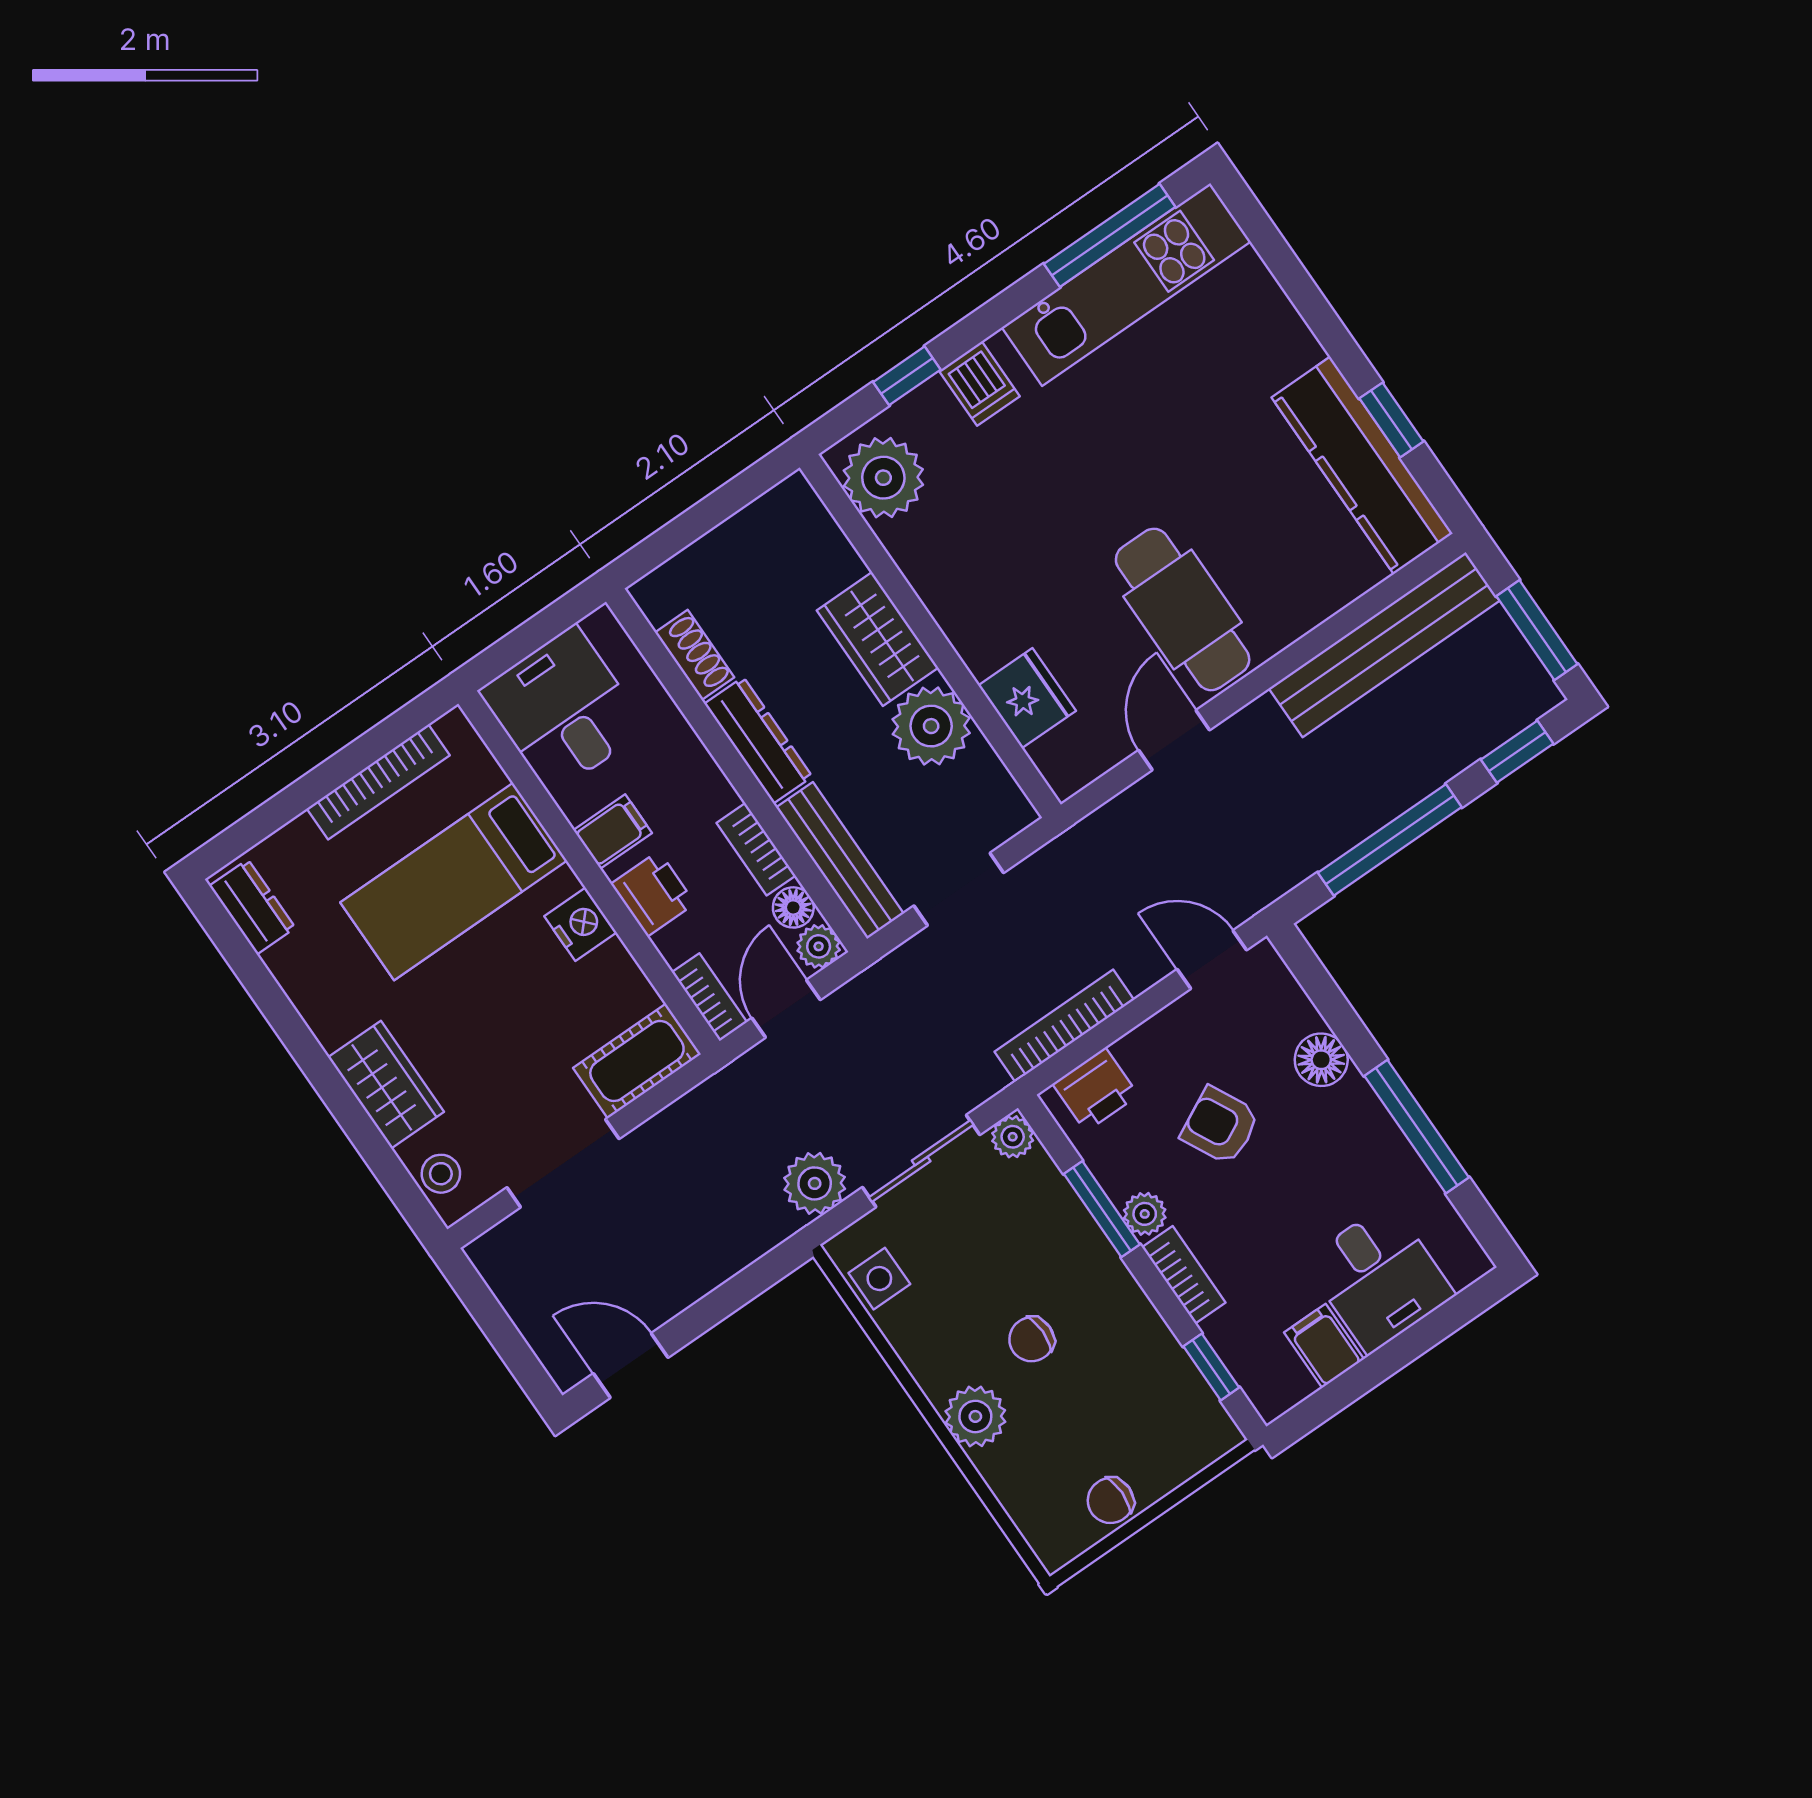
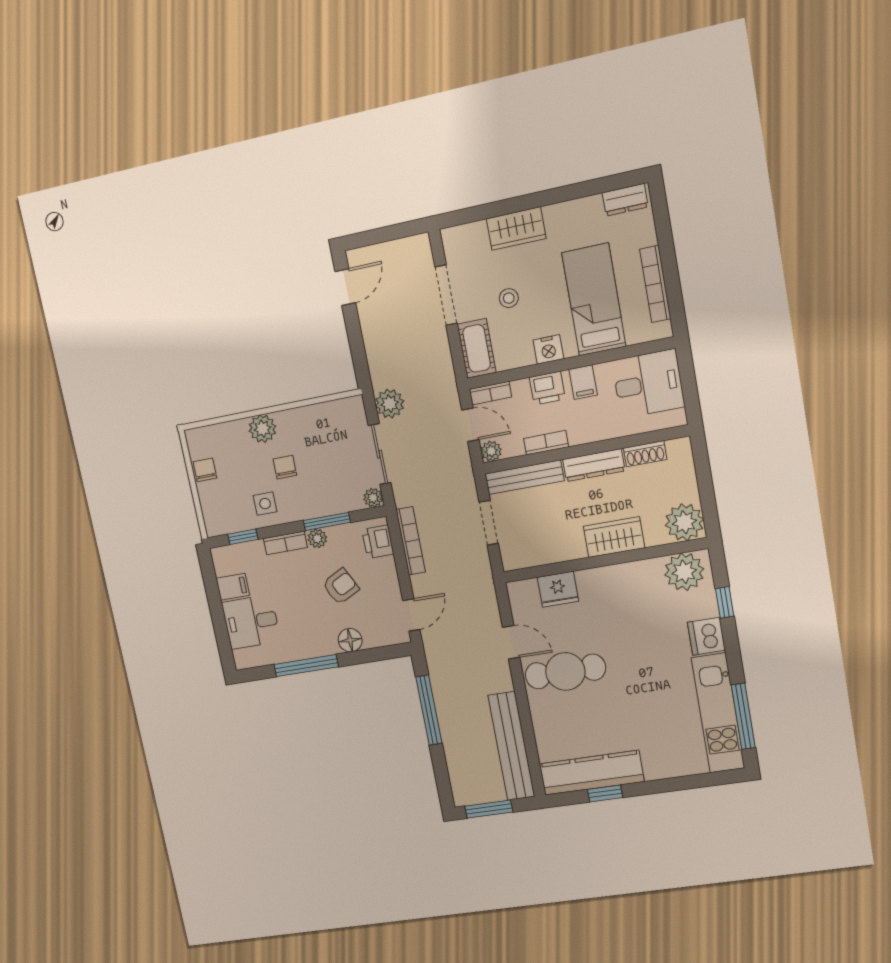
dishwasher: (979, 384) -> (706, 636), width x1.38
plant: (931, 726) -> (684, 522), moved
window: (1517, 752) -> (442, 778), removed
floor lamp: (793, 907) -> (513, 448), removed
stool: (441, 1174) -> (509, 298), moved
side table: (879, 1279) -> (265, 504), moved

